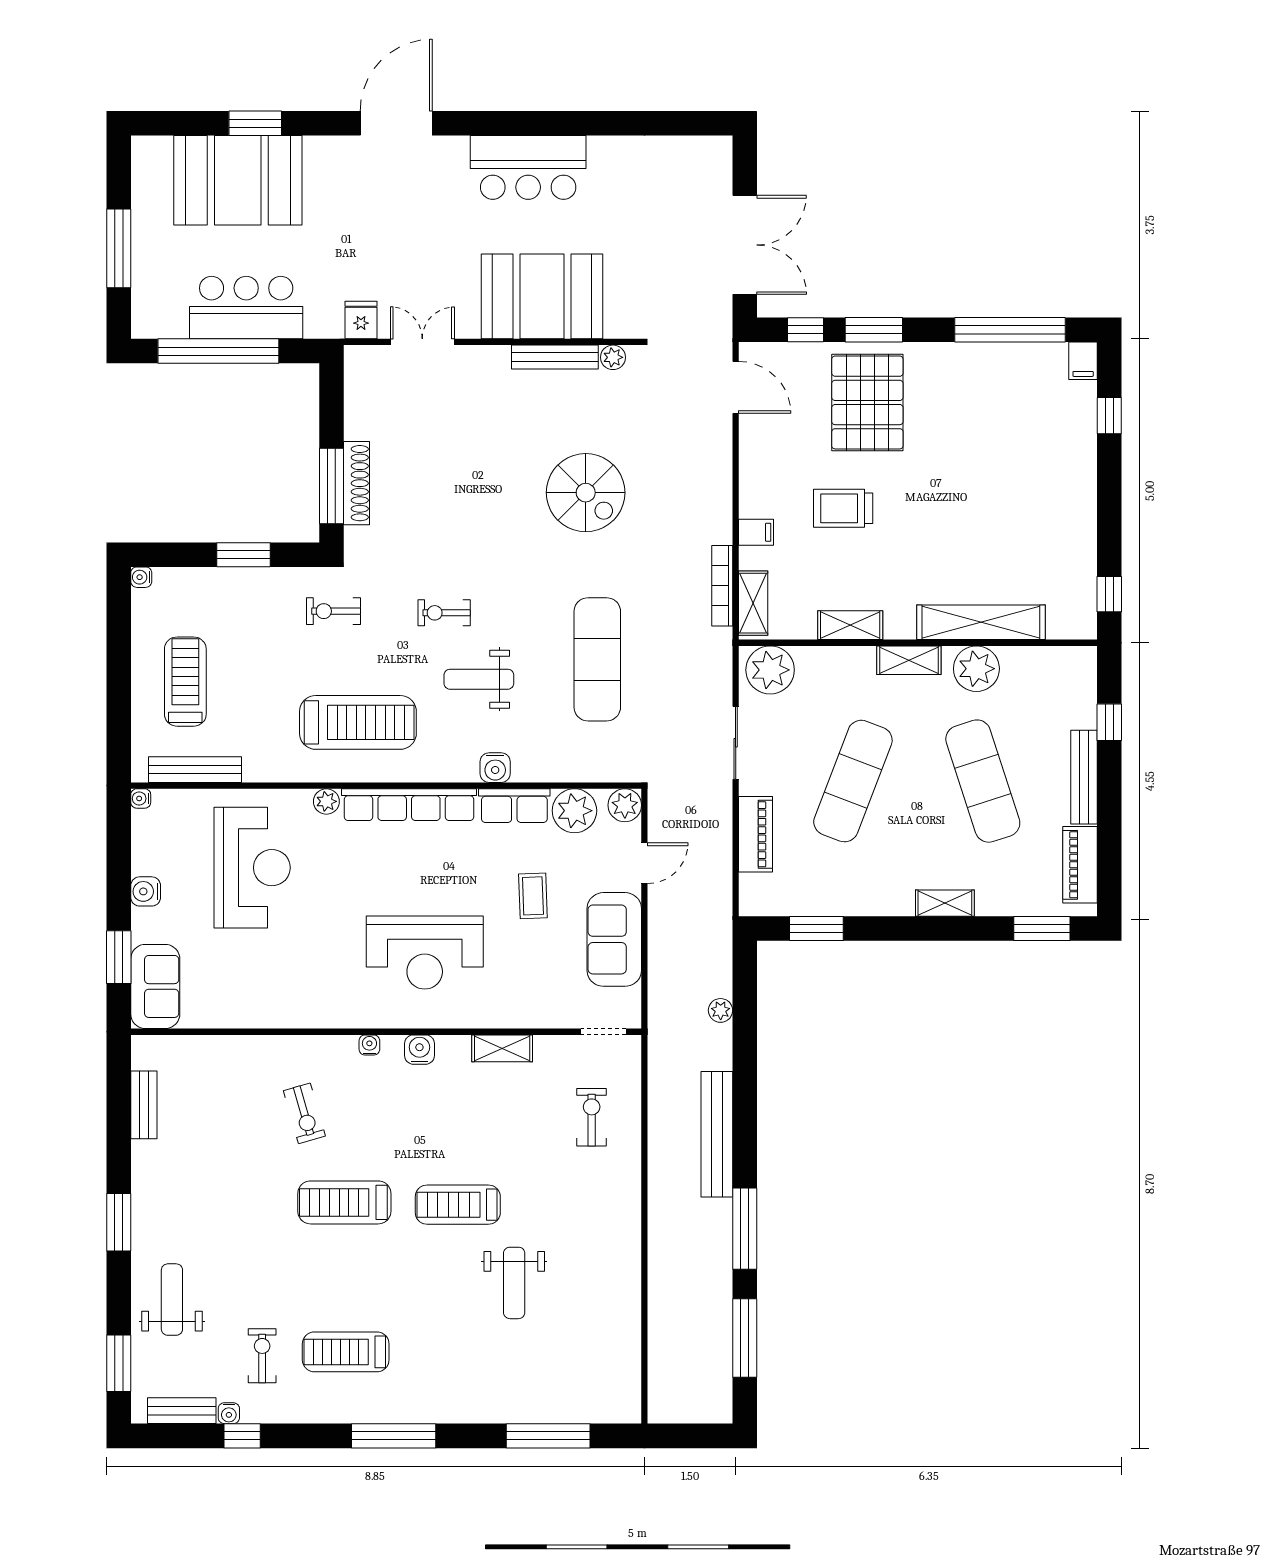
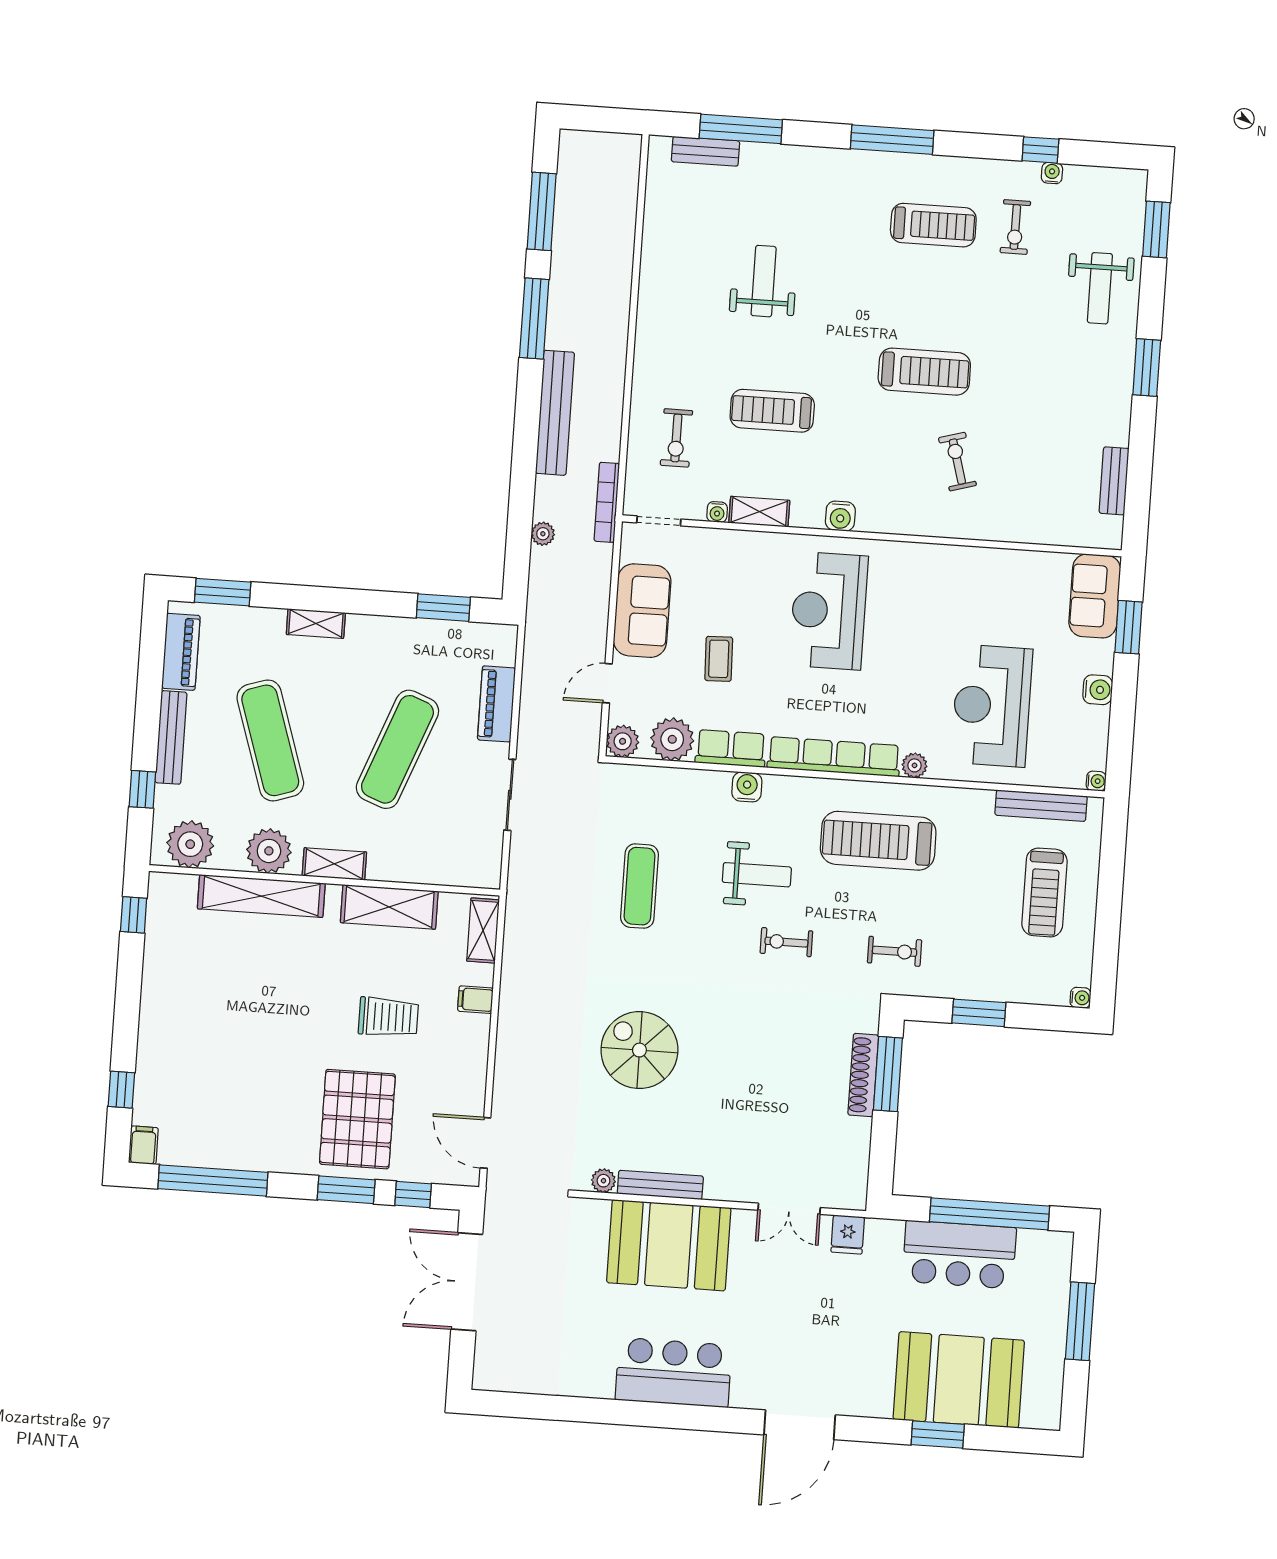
bookcase: (722, 586) -> (607, 502), moved, turned 180
exercise bike: (444, 613) -> (786, 942), turned 180
shelving: (850, 625) -> (389, 907), width x1.50, depth x1.33
exercise mat: (597, 659) -> (640, 886), width x0.73, depth x0.69
plant: (770, 670) -> (190, 844), moved
reception desk: (425, 952) -> (829, 611), turned -90
water cooler: (369, 1045) -> (717, 512), moved
treadmill: (458, 1205) -> (772, 411), moved, turned 180
bench: (182, 1411) -> (705, 151), moved

